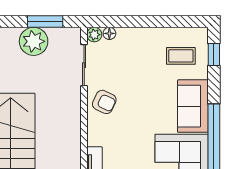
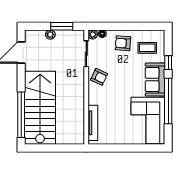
plant: (34, 41) -> (50, 35), width x0.53, depth x0.53
armchair: (142, 49) -> (123, 43), added
window: (214, 54) -> (168, 63), moved

